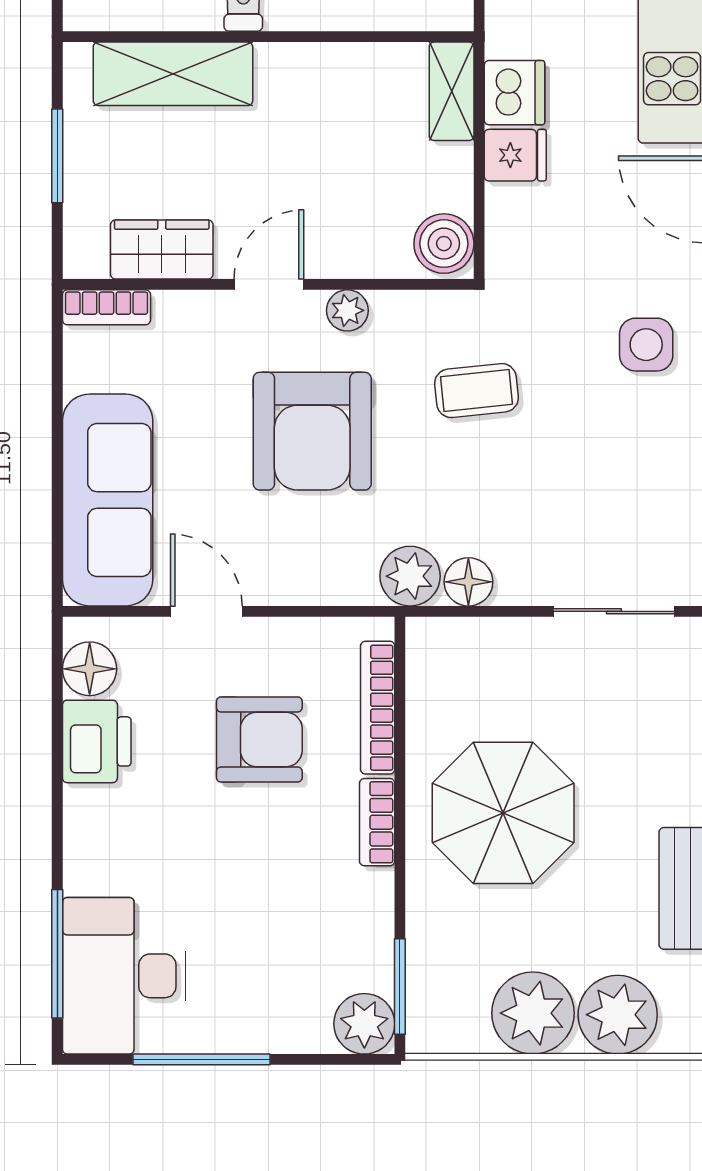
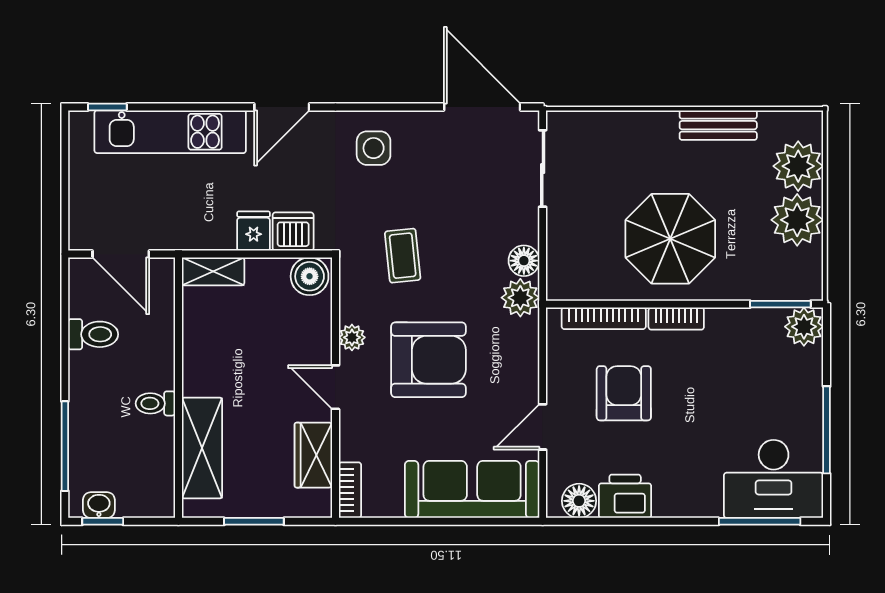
dishwasher: (515, 93) -> (293, 232), moved

